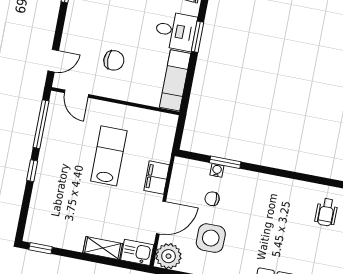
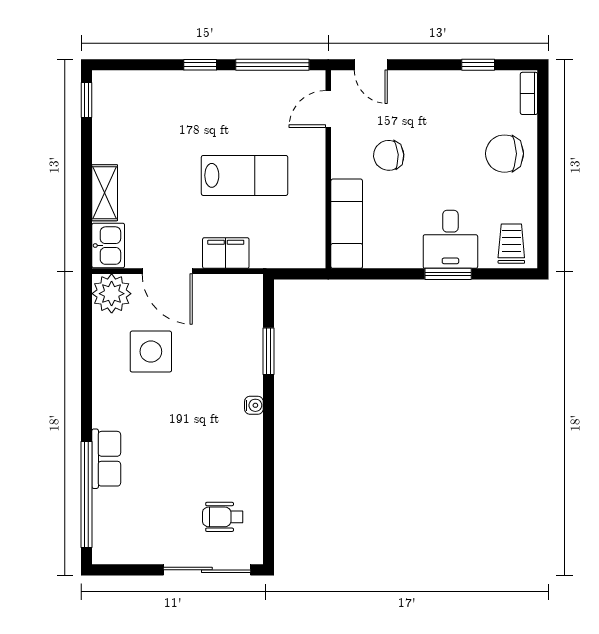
chair: (114, 60) -> (389, 155), turned 86
exam couch: (175, 80) -> (347, 224), moved, turned 90
water cooler: (217, 170) -> (254, 405), moved
chair: (212, 199) -> (210, 342), removed

